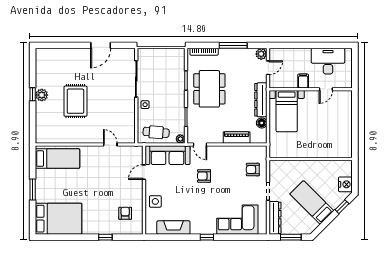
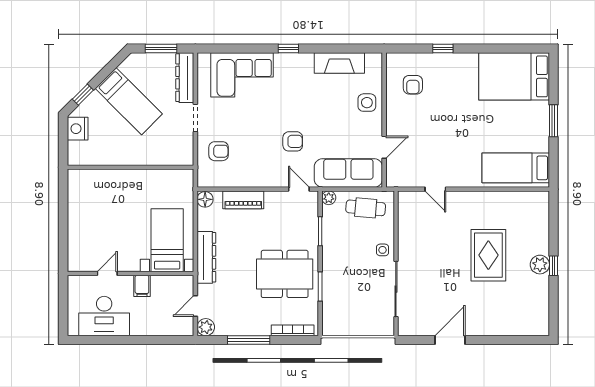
dining table: (209, 89) -> (285, 274), turned 90
floor lamp: (262, 123) -> (205, 199), moved

